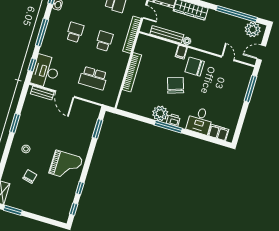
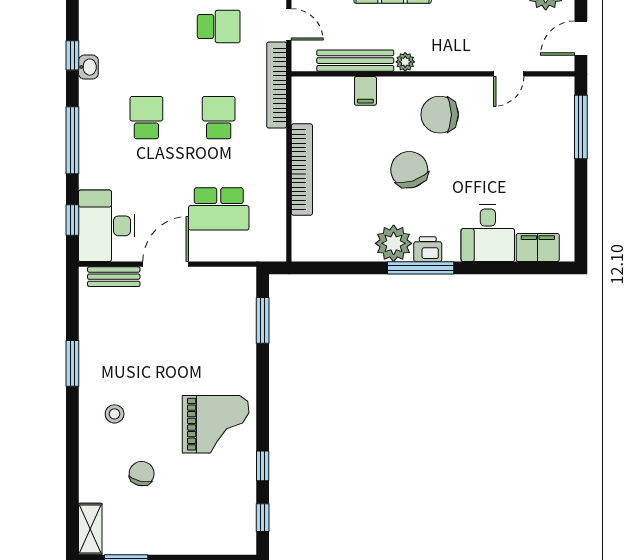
filing cabinet: (181, 52) -> (365, 91), moved
door: (228, 58) -> (509, 74), swing flipped
door: (65, 94) -> (166, 264), swing flipped

